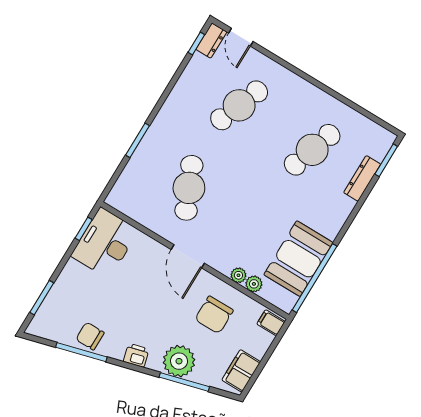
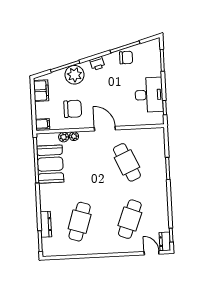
desk: (105, 243) -> (149, 95), moved
chair: (214, 315) -> (73, 109), turned 90

